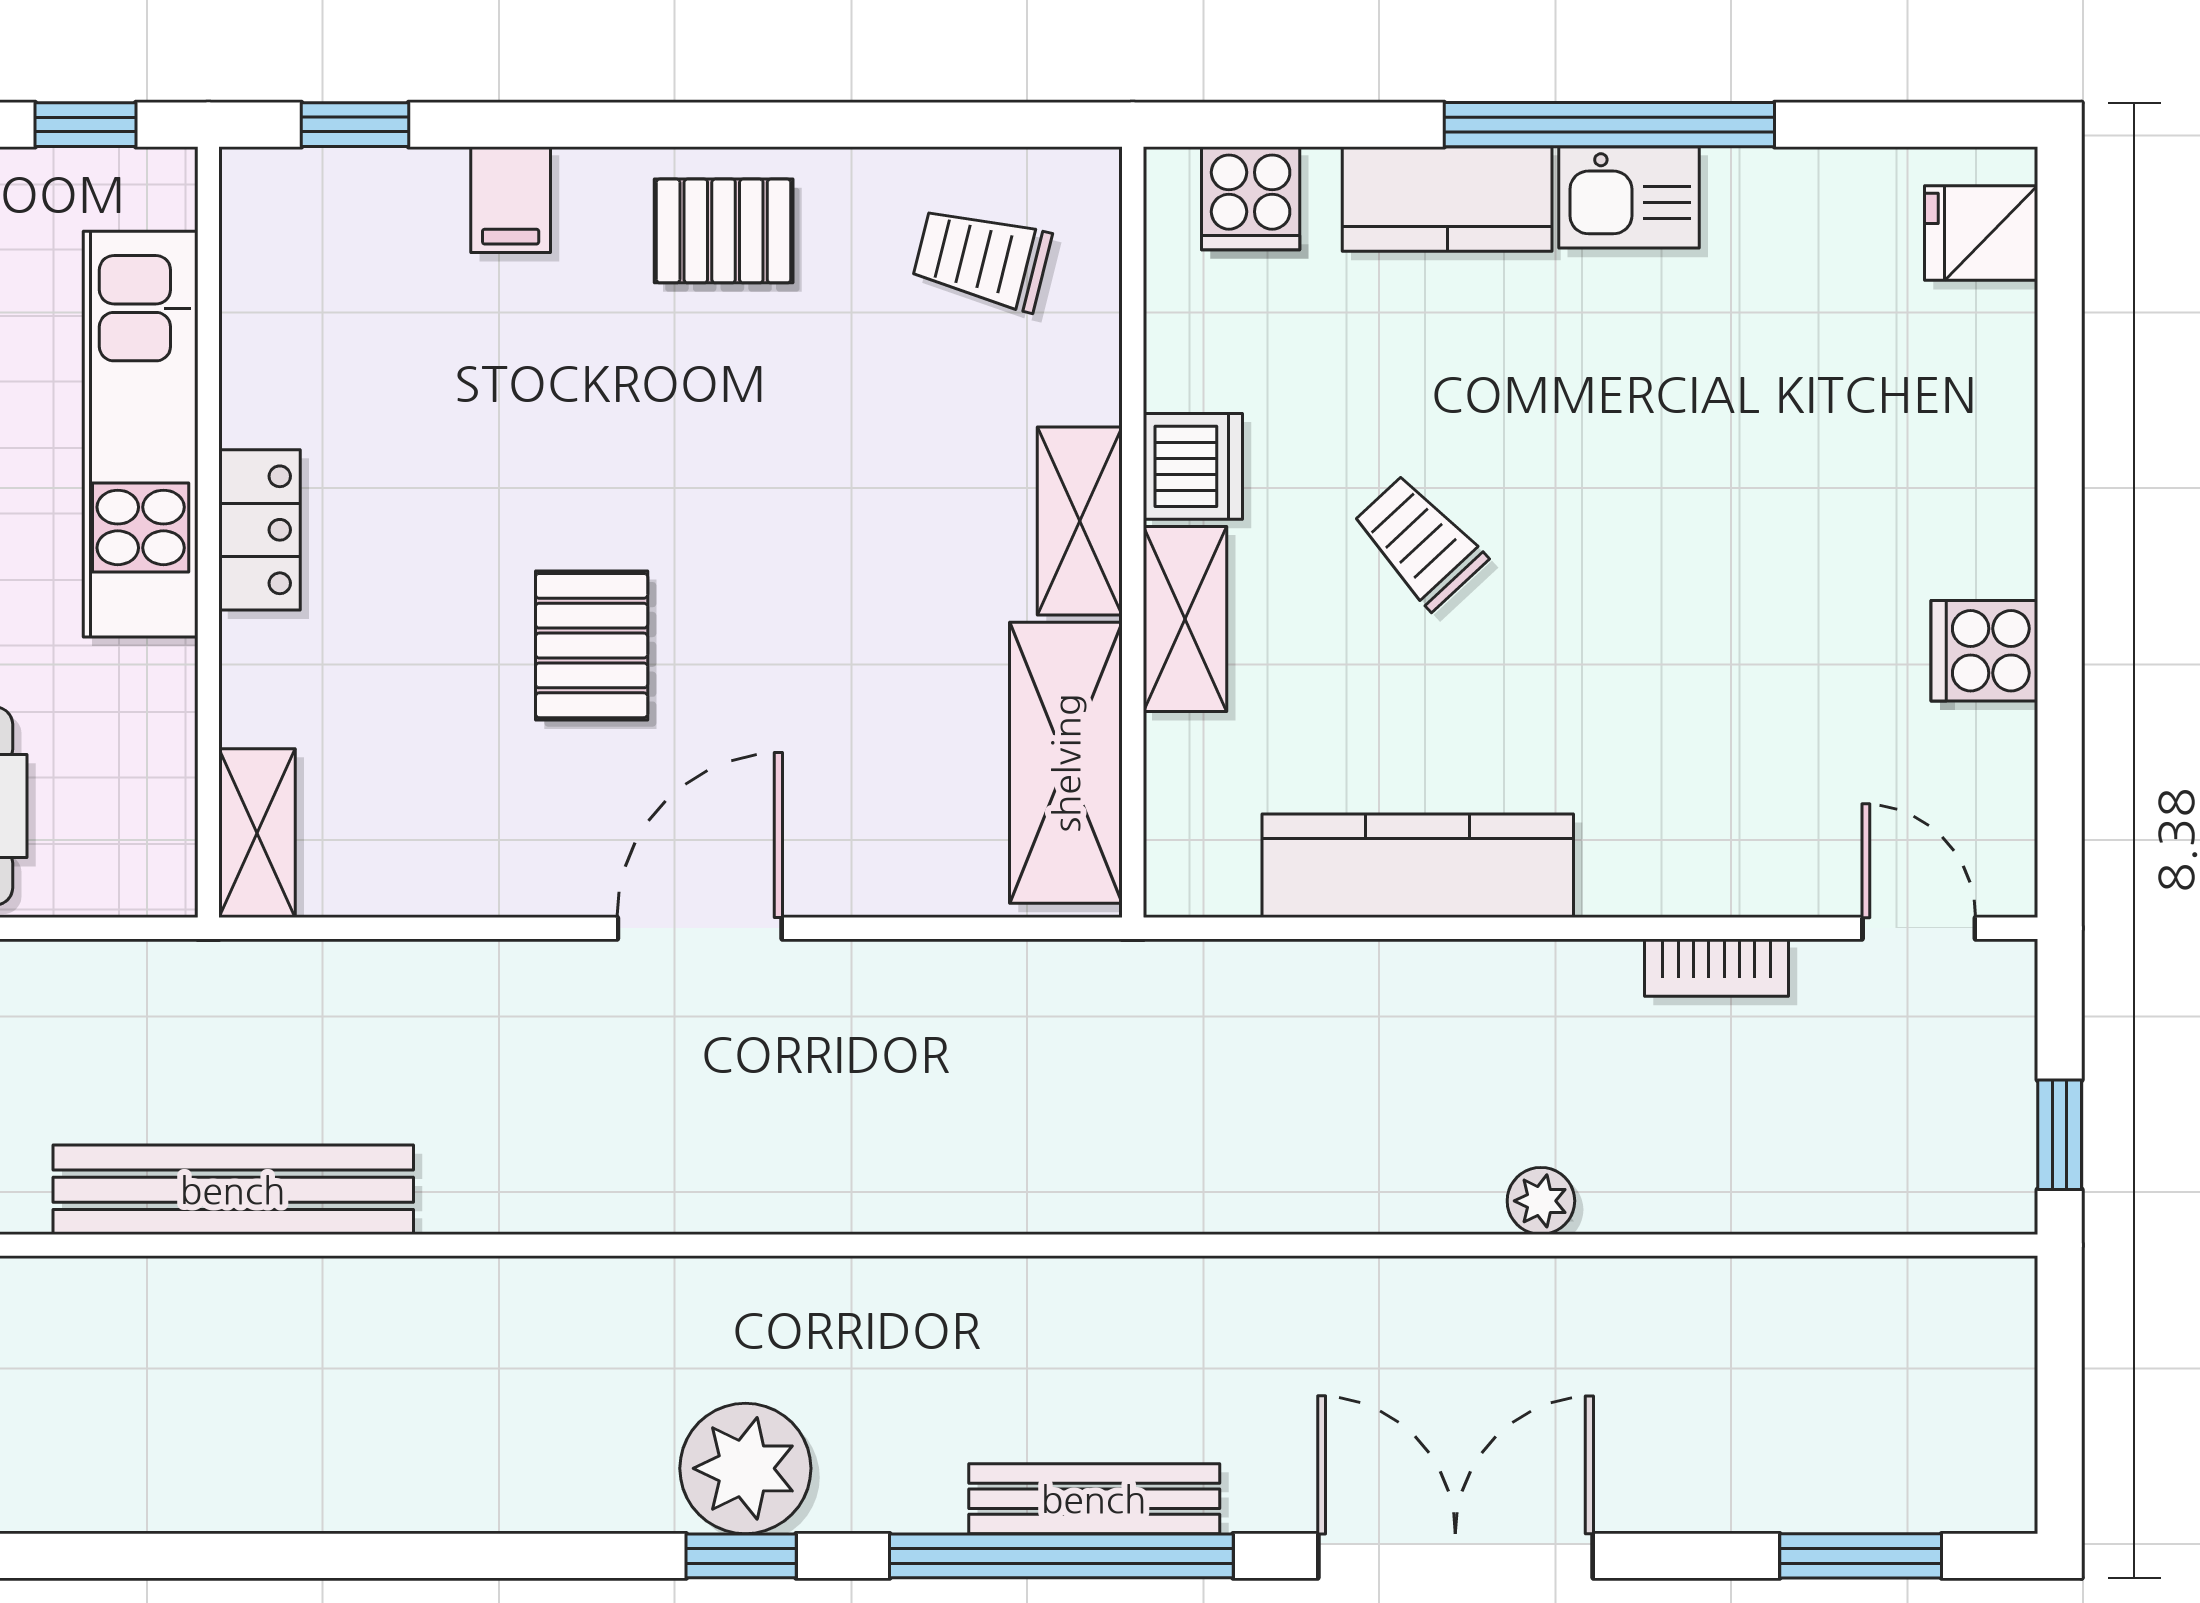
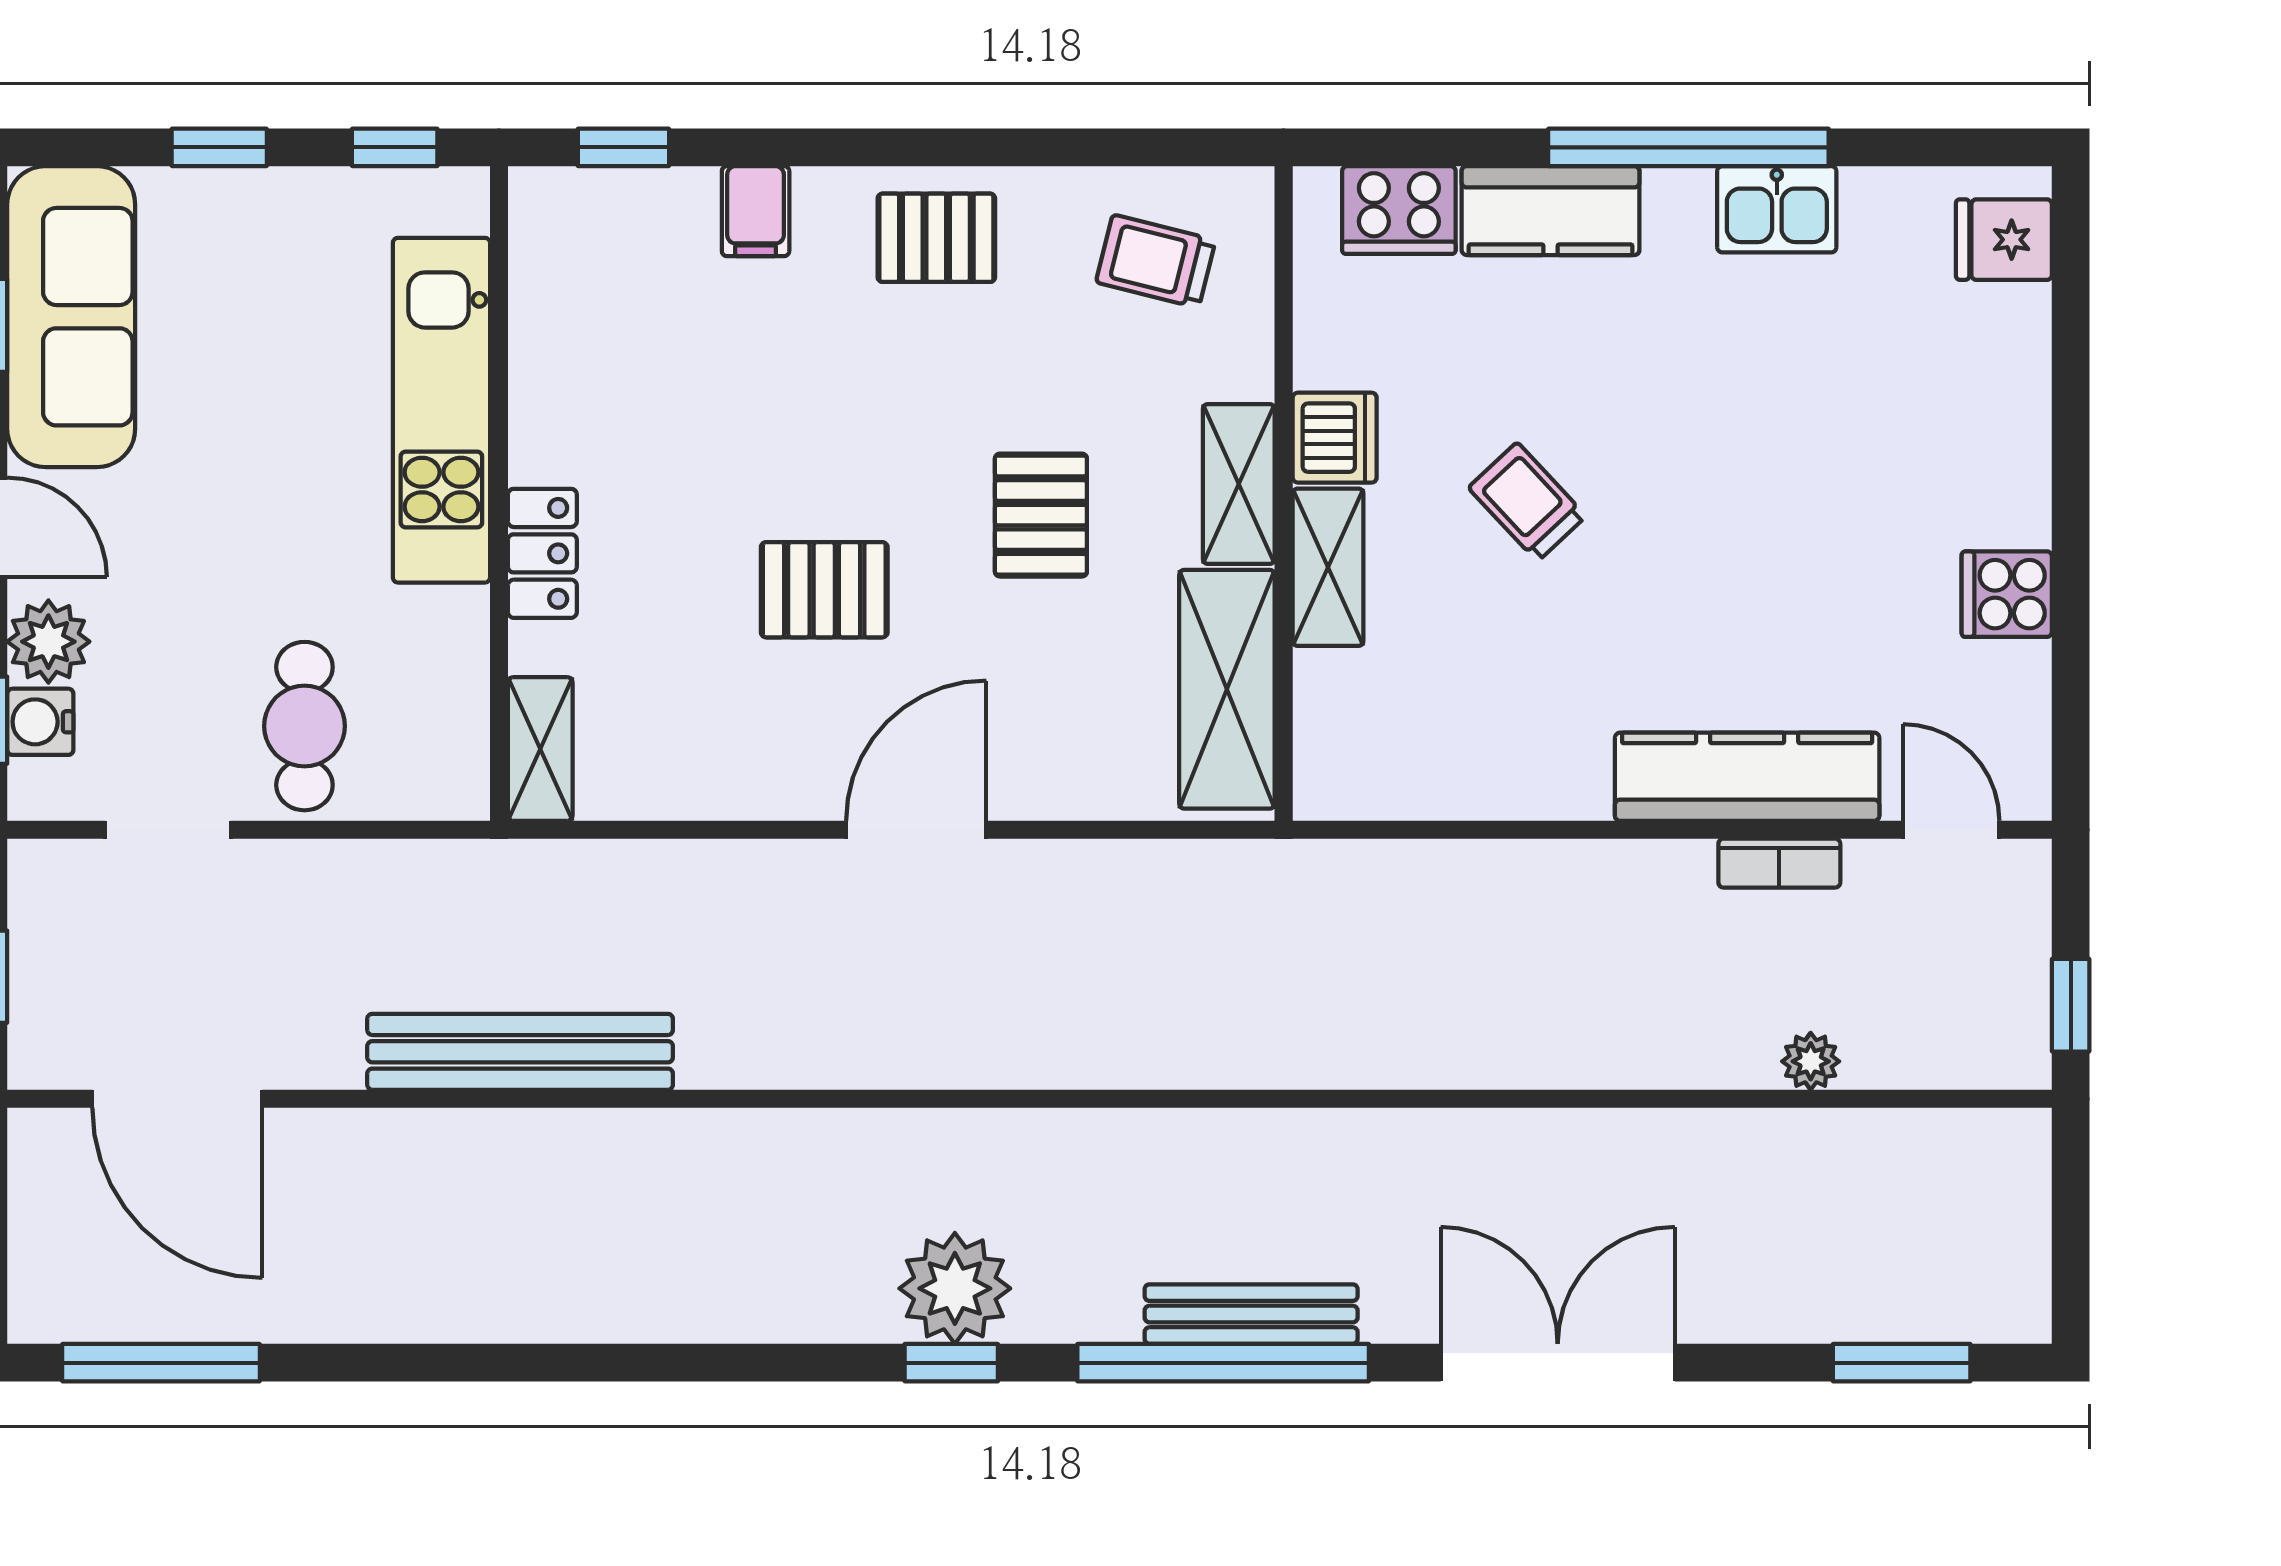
kitchen sink: (1629, 197) -> (1777, 209), moved
cooker: (1251, 198) -> (1399, 210), width x1.36
locker: (259, 530) -> (542, 553), moved
pallet: (847, 558) -> (1041, 515), added
pallet: (592, 646) -> (824, 590), turned 90
kitchen counter: (1418, 866) -> (1747, 777), moved
plant: (1541, 1201) -> (1811, 1061), moved

